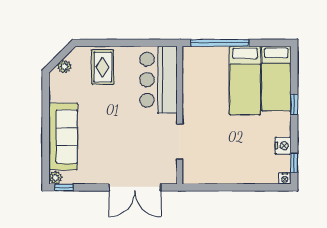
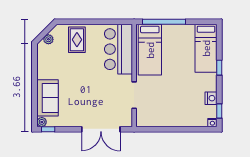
bed: (245, 80) -> (150, 50), moved
sofa: (63, 137) -> (47, 98), width x0.73

